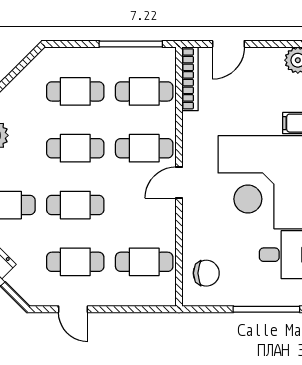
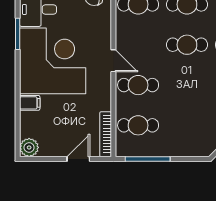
cafe table: (75, 91) -> (187, 125), removed
cafe table: (75, 148) -> (187, 85), removed
door: (179, 182) -> (113, 61), hinge flipped

